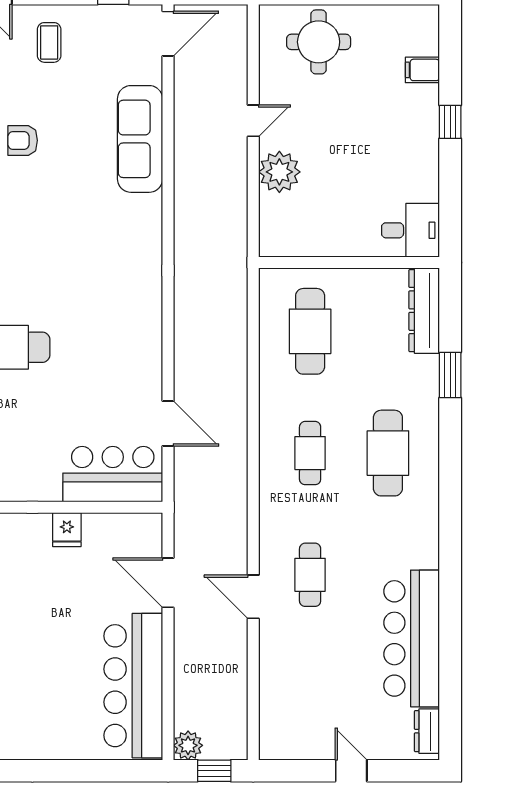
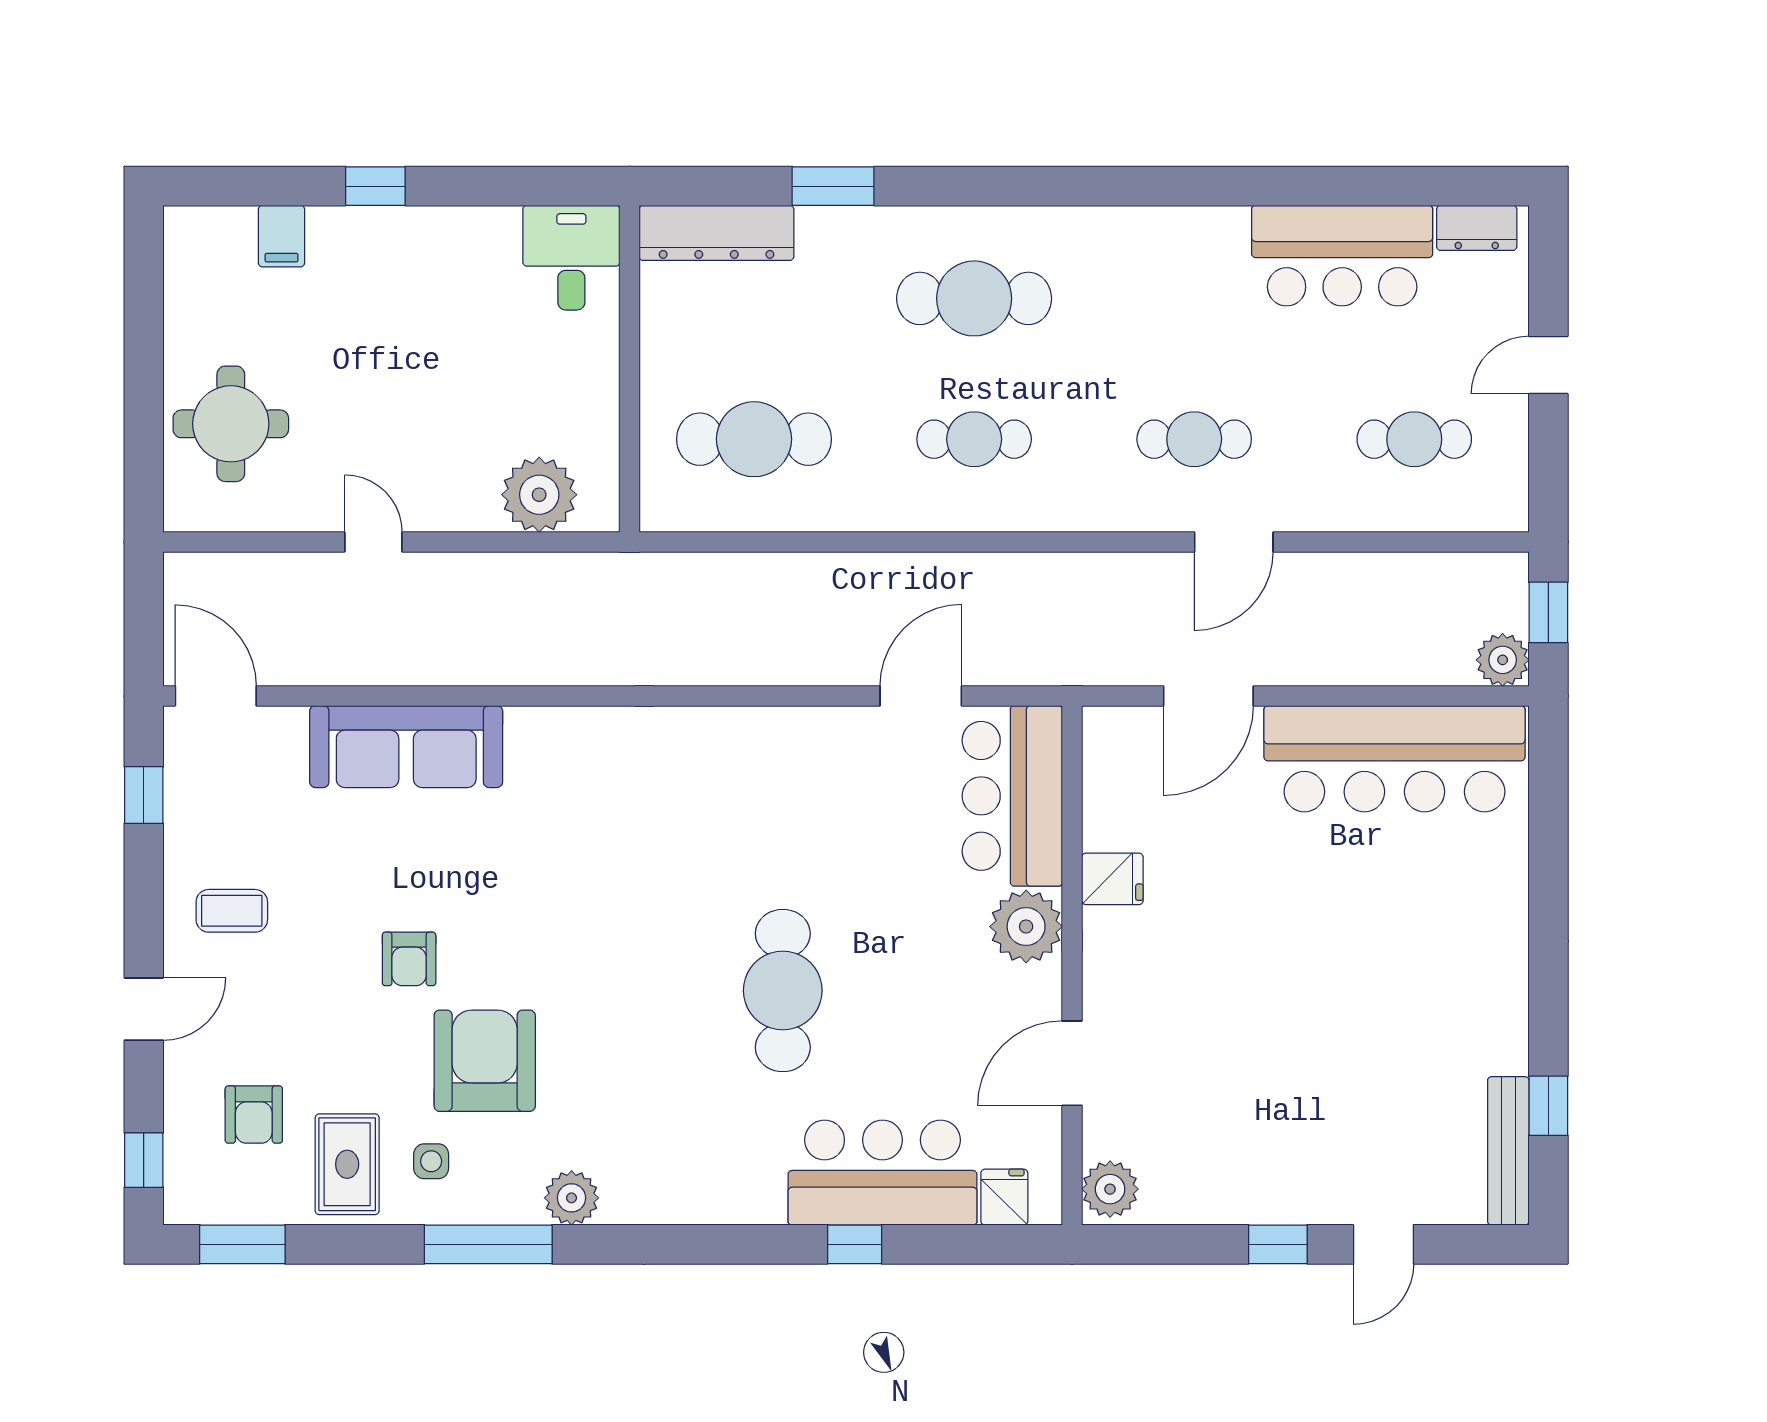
plant: (279, 172) -> (539, 495), moved
plant: (40, 482) -> (1026, 927), added
bar counter: (412, 638) -> (1342, 256), width x0.73
cafe table: (310, 697) -> (1414, 439), added

